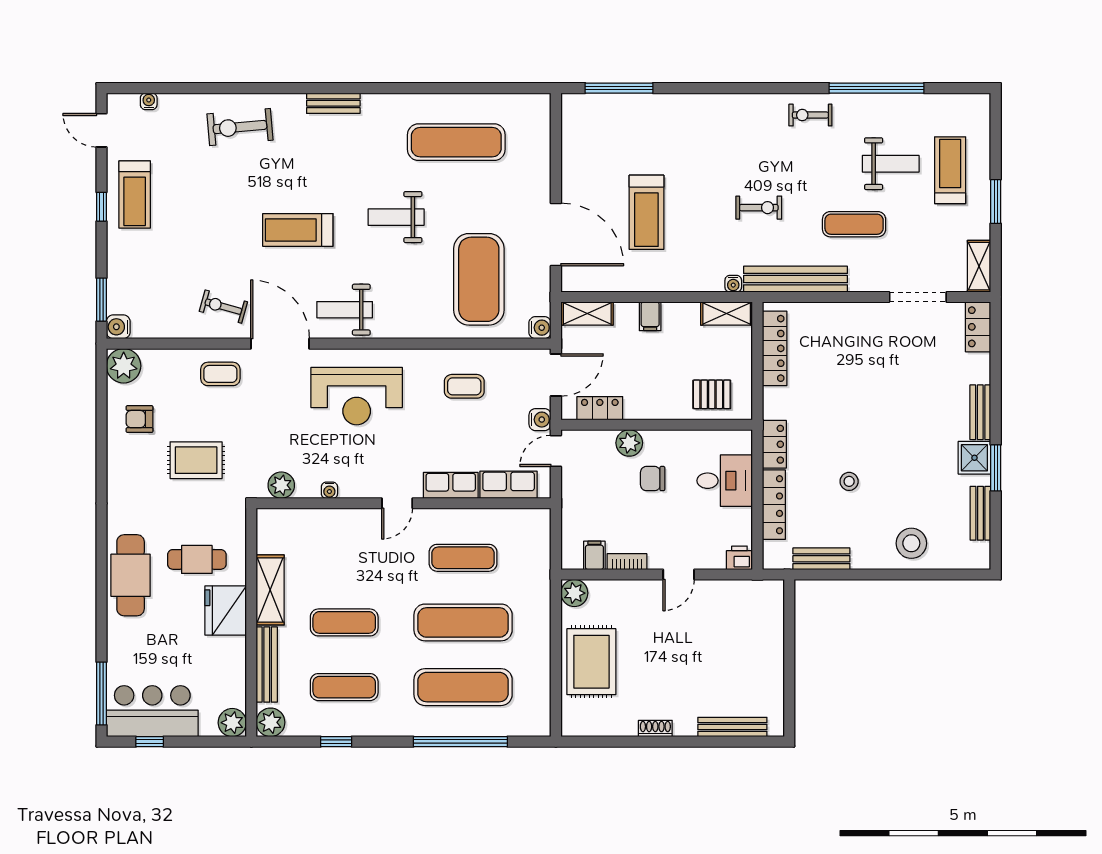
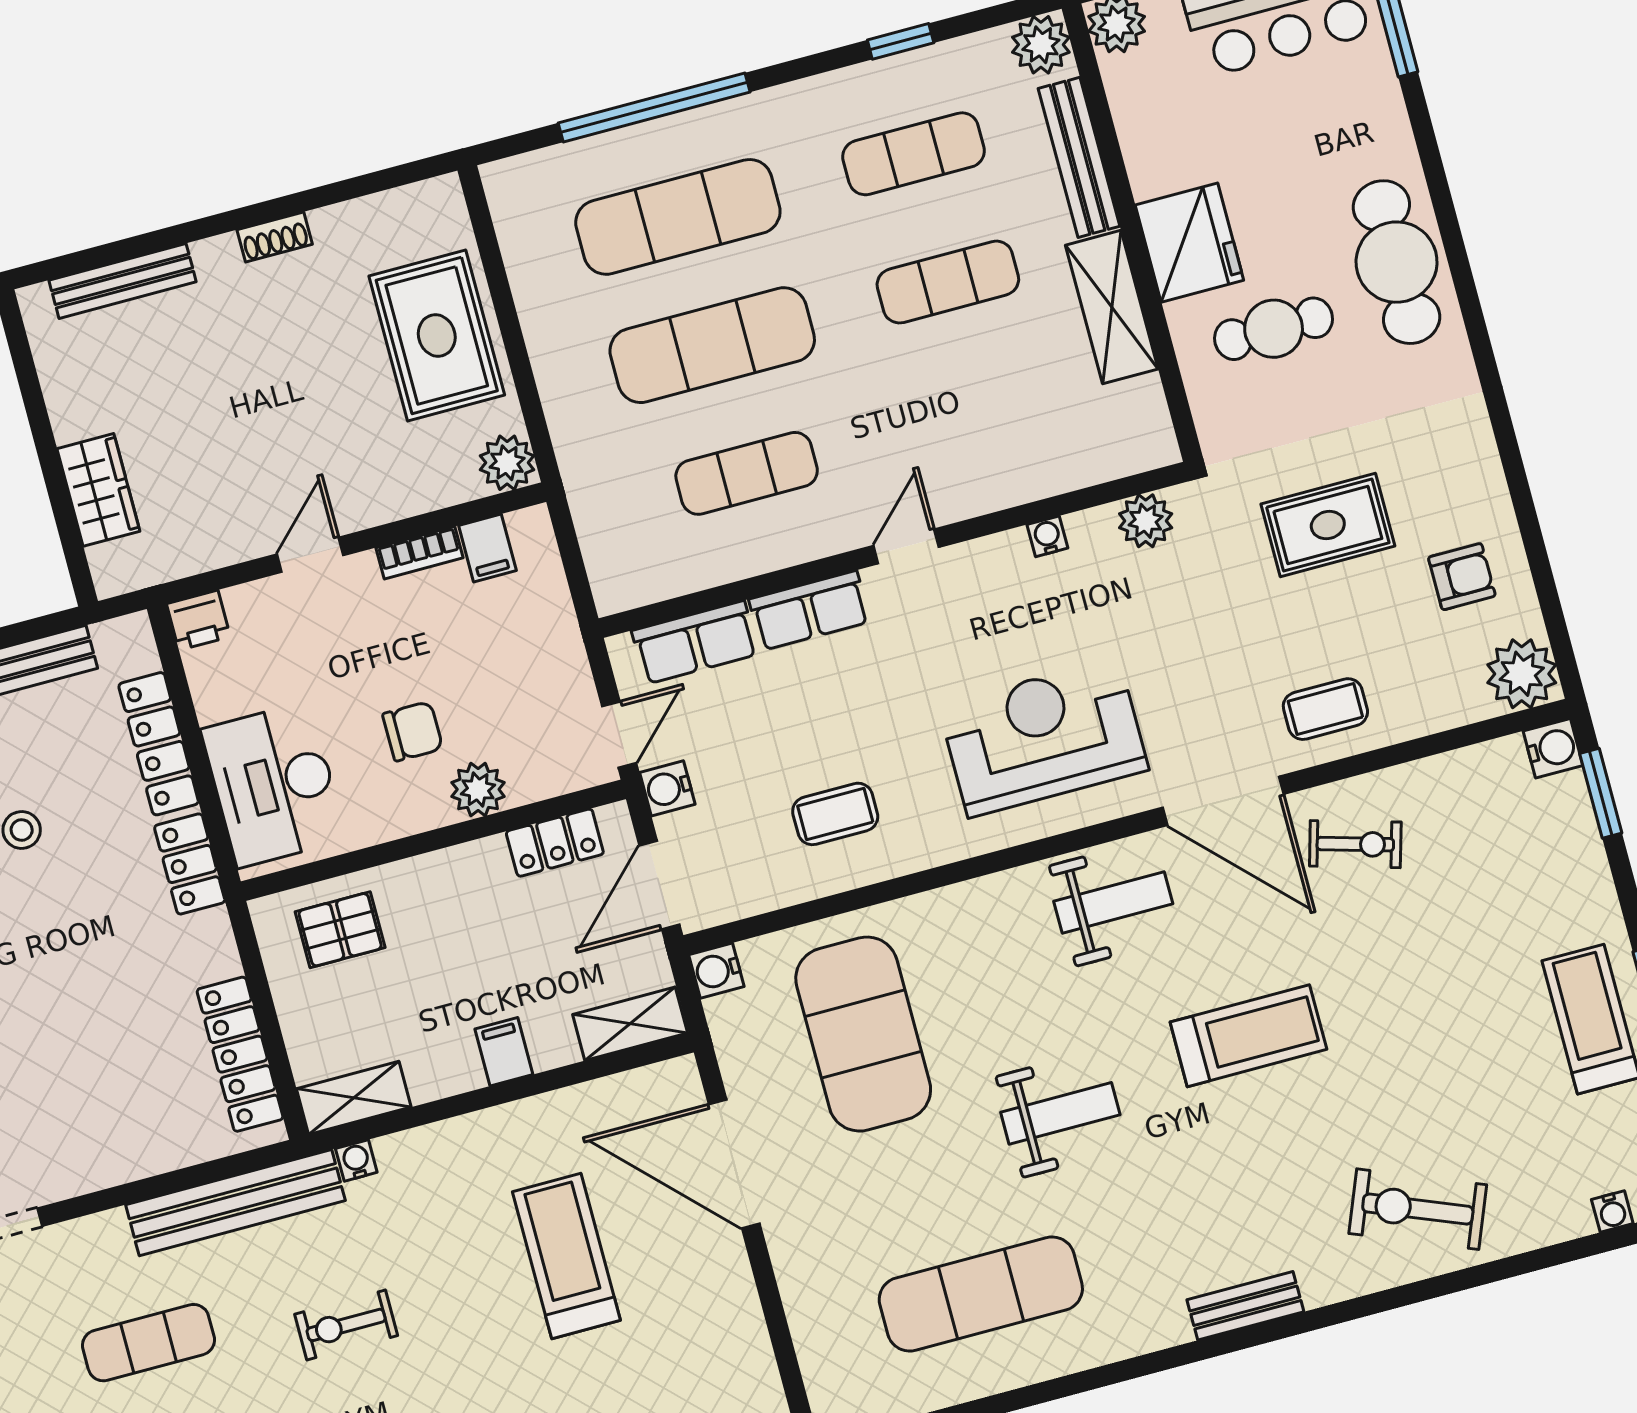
exercise bike: (240, 127) -> (1418, 1209), turned -153
desk: (725, 481) -> (274, 784), width x1.37
wardrobe: (770, 632) -> (98, 490), added

